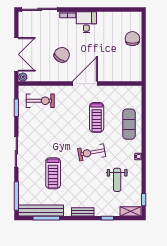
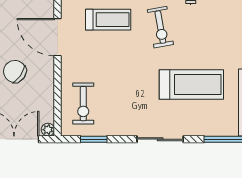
exercise bike: (40, 101) -> (83, 104), turned 180
treadmill: (53, 173) -> (191, 84), width x1.37, depth x1.37

